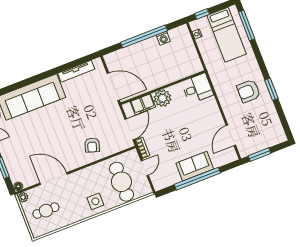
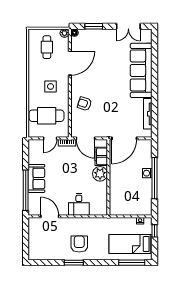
washing machine: (163, 38) -> (147, 173), moved
desk: (197, 88) -> (79, 204), moved
window: (260, 155) -> (26, 233), removed
door: (145, 168) -> (50, 138), hinge flipped
window: (197, 179) -> (26, 190), moved
side table: (95, 201) -> (51, 86), moved

